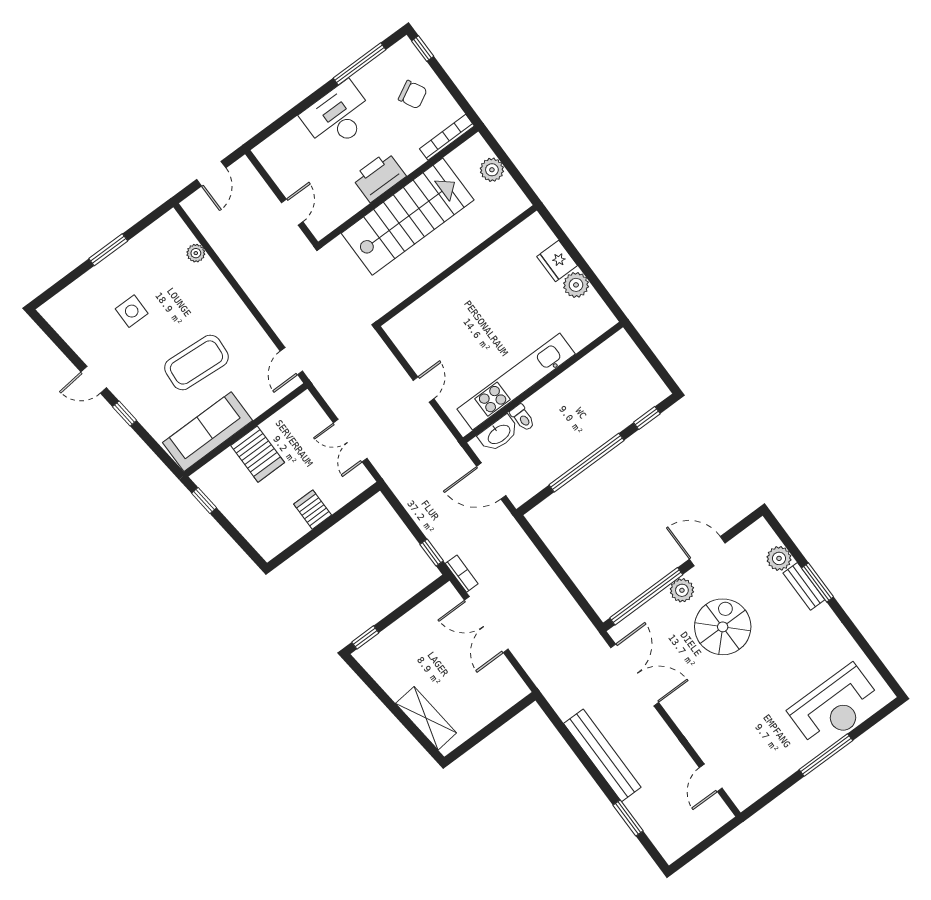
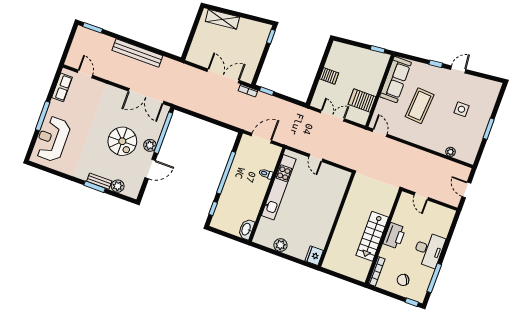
plant: (492, 170) -> (348, 270), removed
stairs: (408, 217) -> (372, 236), width x0.73, depth x0.66
fridge: (557, 261) -> (314, 256), moved, turned -90
washbasin: (499, 434) -> (246, 229), moved
server rack: (258, 454) -> (362, 101), moved
row of seats: (763, 781) -> (62, 87), added
window: (628, 818) -> (93, 28), moved

